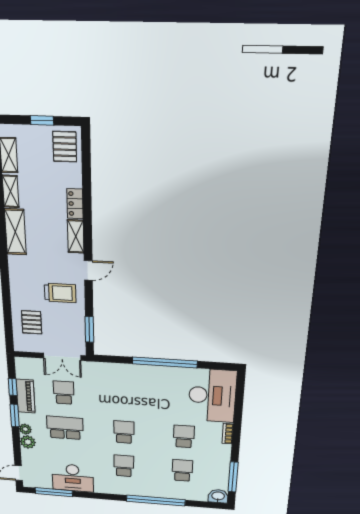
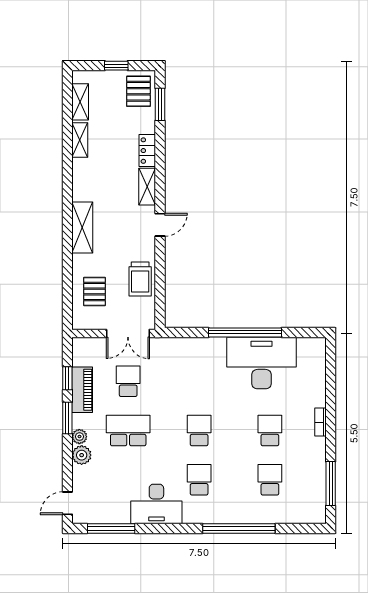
shelving: (15, 232) -> (82, 227), moved
trolley: (60, 293) -> (140, 279), moved, turned 90
window: (89, 329) -> (160, 104), moved
desk: (212, 396) -> (262, 363), moved, turned -90
desk: (73, 478) -> (156, 504), moved
washbasin: (218, 496) -> (314, 514), removed

